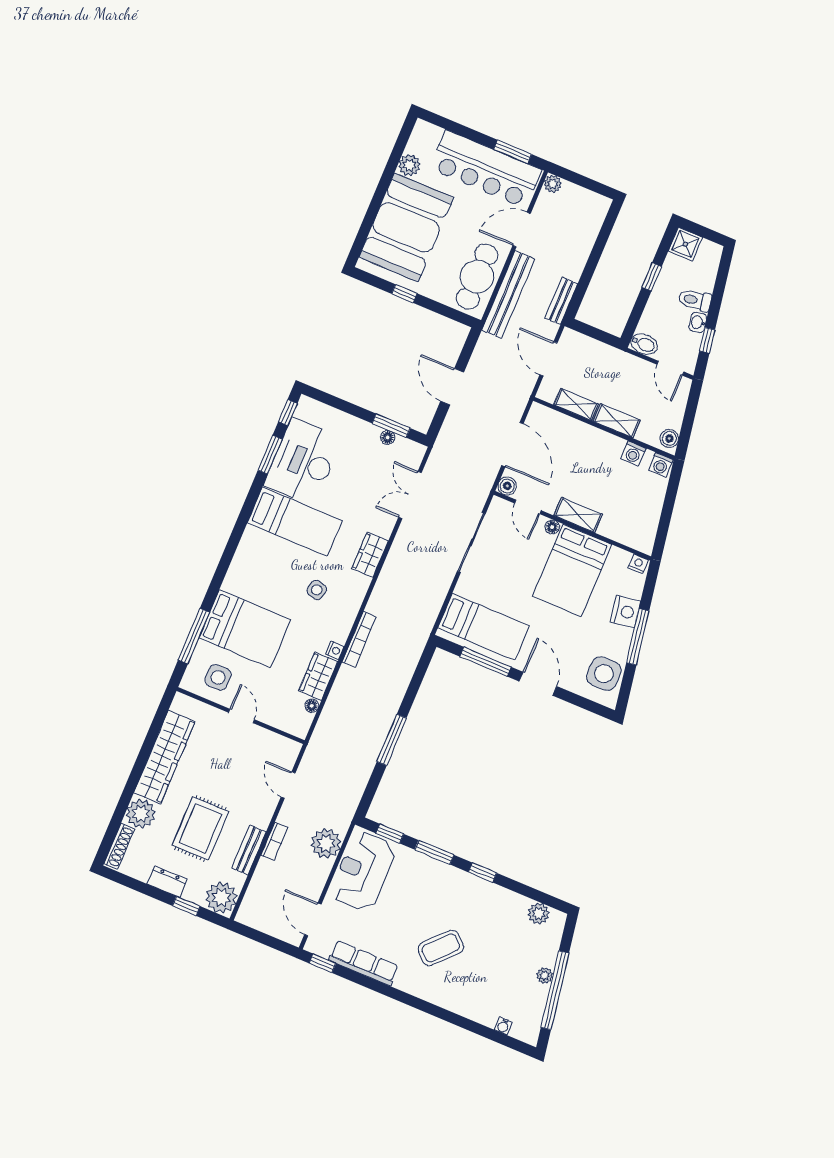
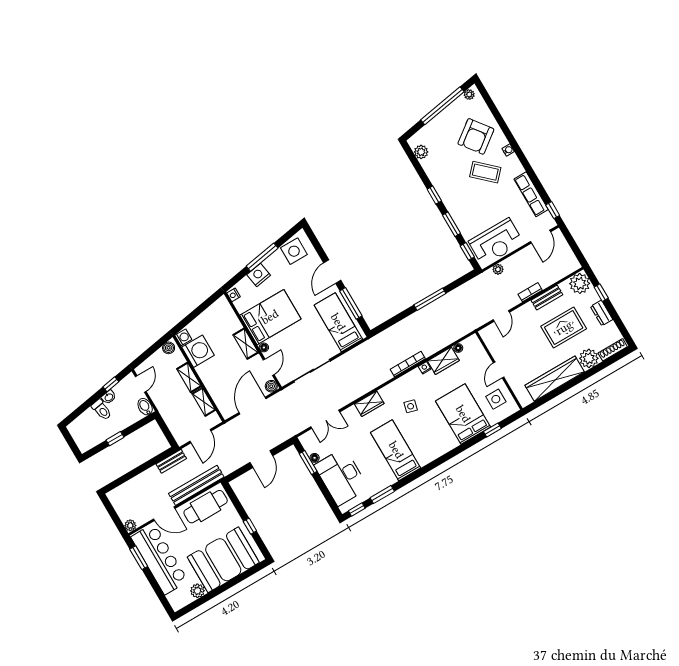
shower: (685, 244) -> (85, 443), removed
washing machine: (633, 454) -> (198, 351), width x1.89, depth x1.89
desk: (303, 462) -> (341, 477), moved, turned 90
window: (194, 636) -> (492, 430), width x0.46
plant: (326, 843) -> (498, 269), width x0.53, depth x0.53
plant: (545, 976) -> (469, 95), moved
armchair: (485, 983) -> (476, 136), added
water cooler: (503, 1026) -> (508, 150), moved

